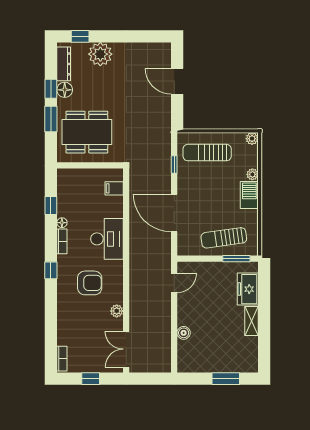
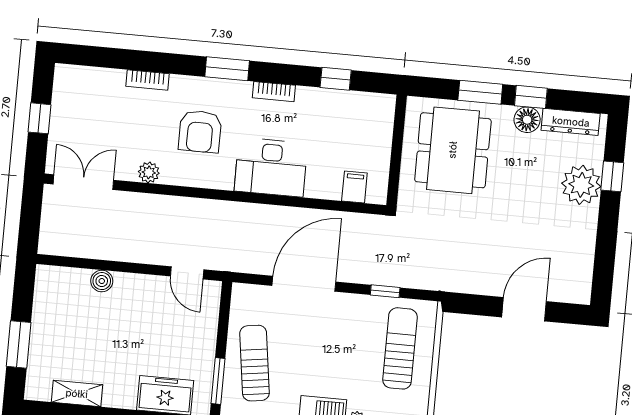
window: (80, 36) -> (612, 176), moved
floor lamp: (62, 223) -> (305, 95), removed
window: (51, 270) -> (227, 69), width x1.50
shelving: (252, 321) -> (77, 394), moved
bookcase: (62, 359) -> (147, 80), moved

